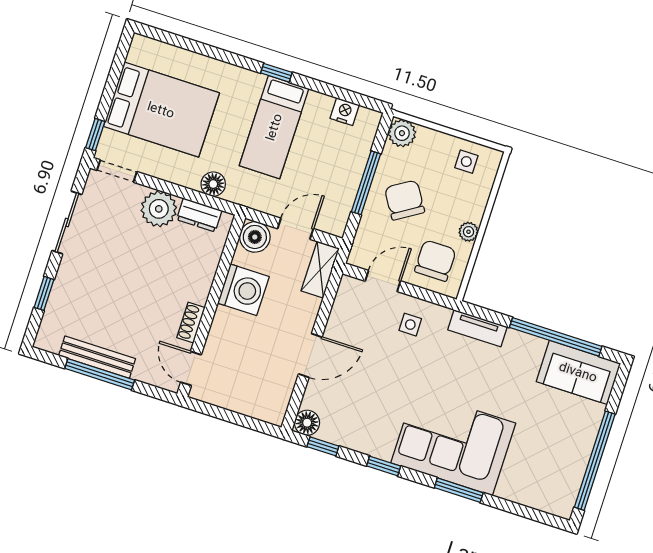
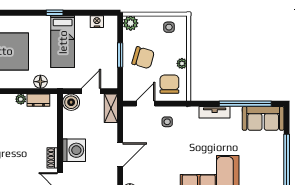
window: (366, 183) -> (120, 55), width x0.69
chair: (405, 200) -> (143, 58), turned 138
plant: (159, 209) -> (21, 99), width x0.53, depth x0.53
washing machine: (243, 290) -> (74, 150), moved
tv unit: (477, 328) -> (215, 112), moved

